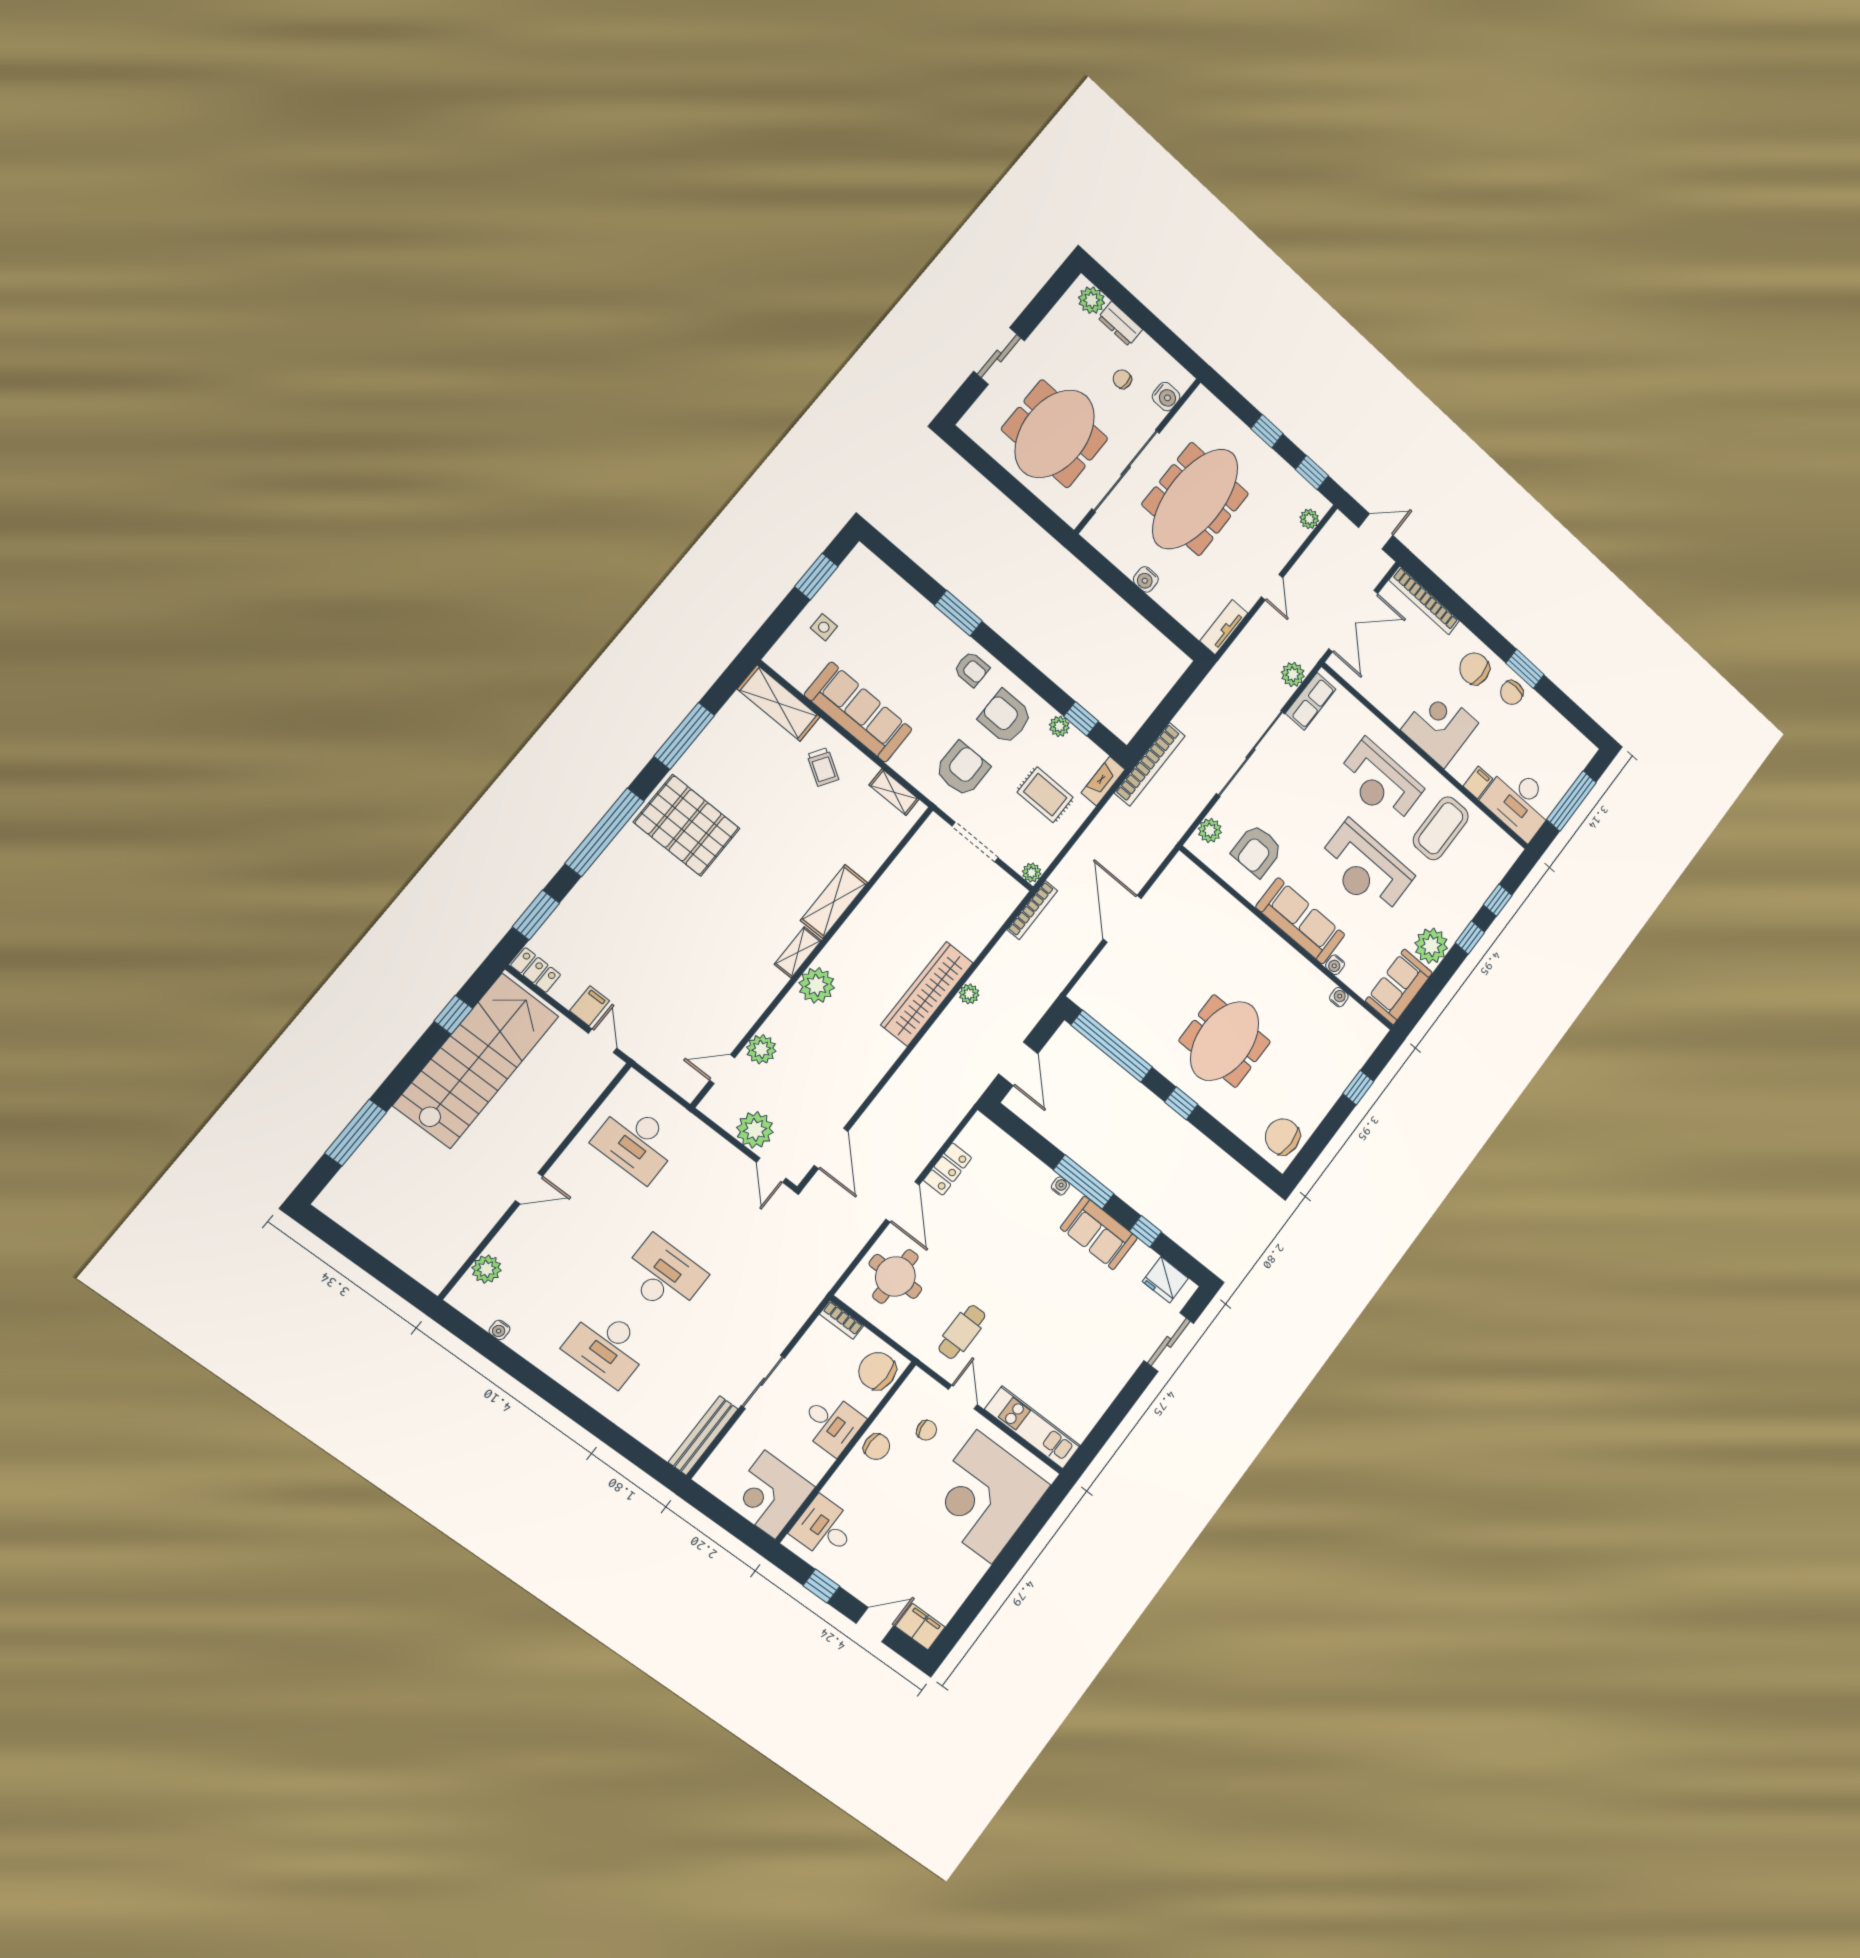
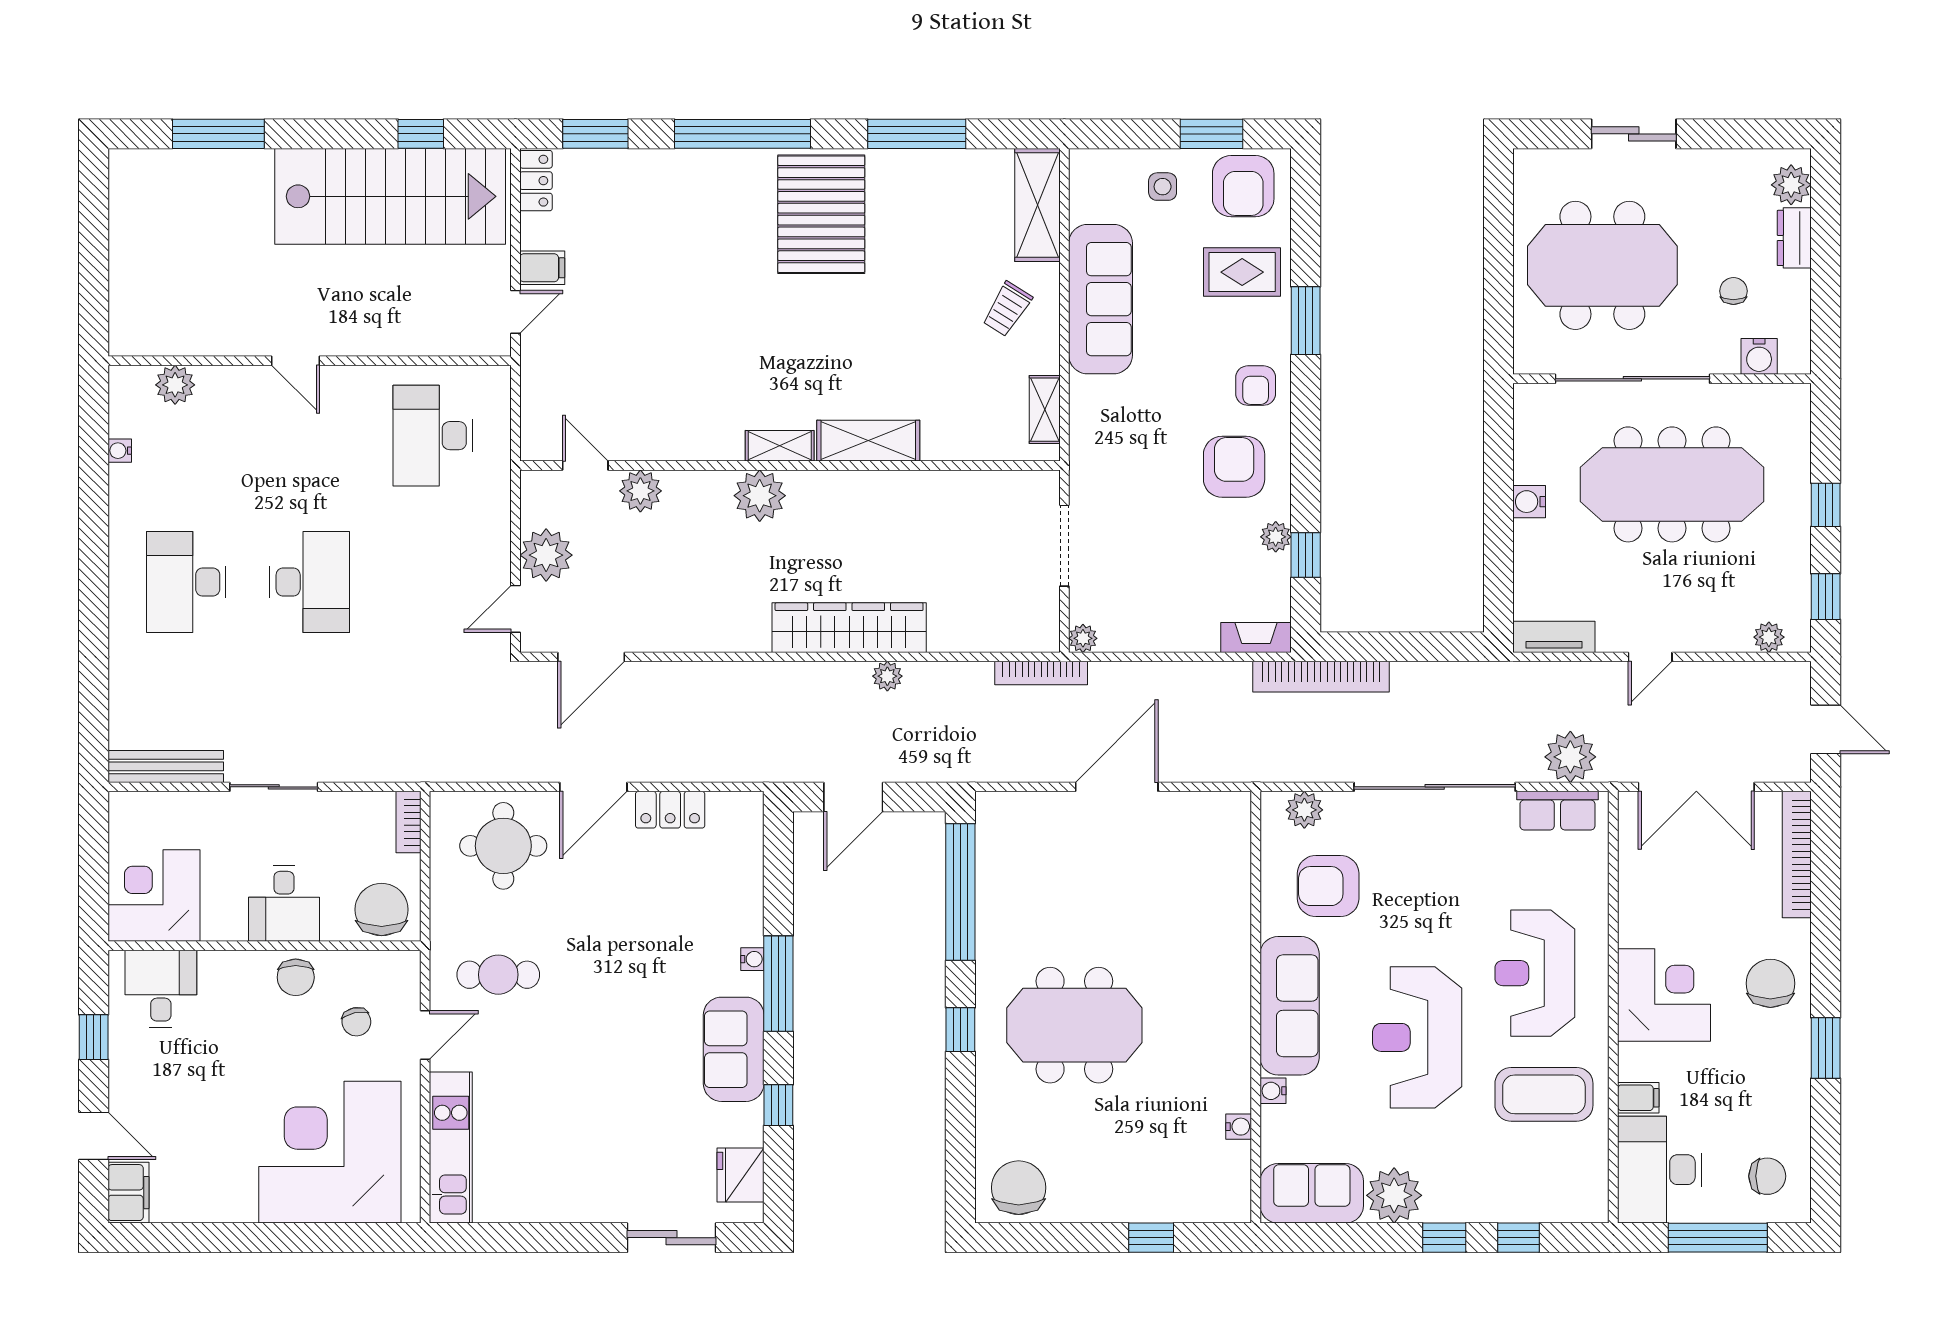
plant: (1293, 674) -> (1570, 757), width x1.36, depth x1.36
chair: (1512, 693) -> (1767, 1176), moved, turned 180
armchair: (962, 769) -> (1243, 186), moved, turned 90
rug: (1045, 795) -> (1242, 272), moved, turned 90

